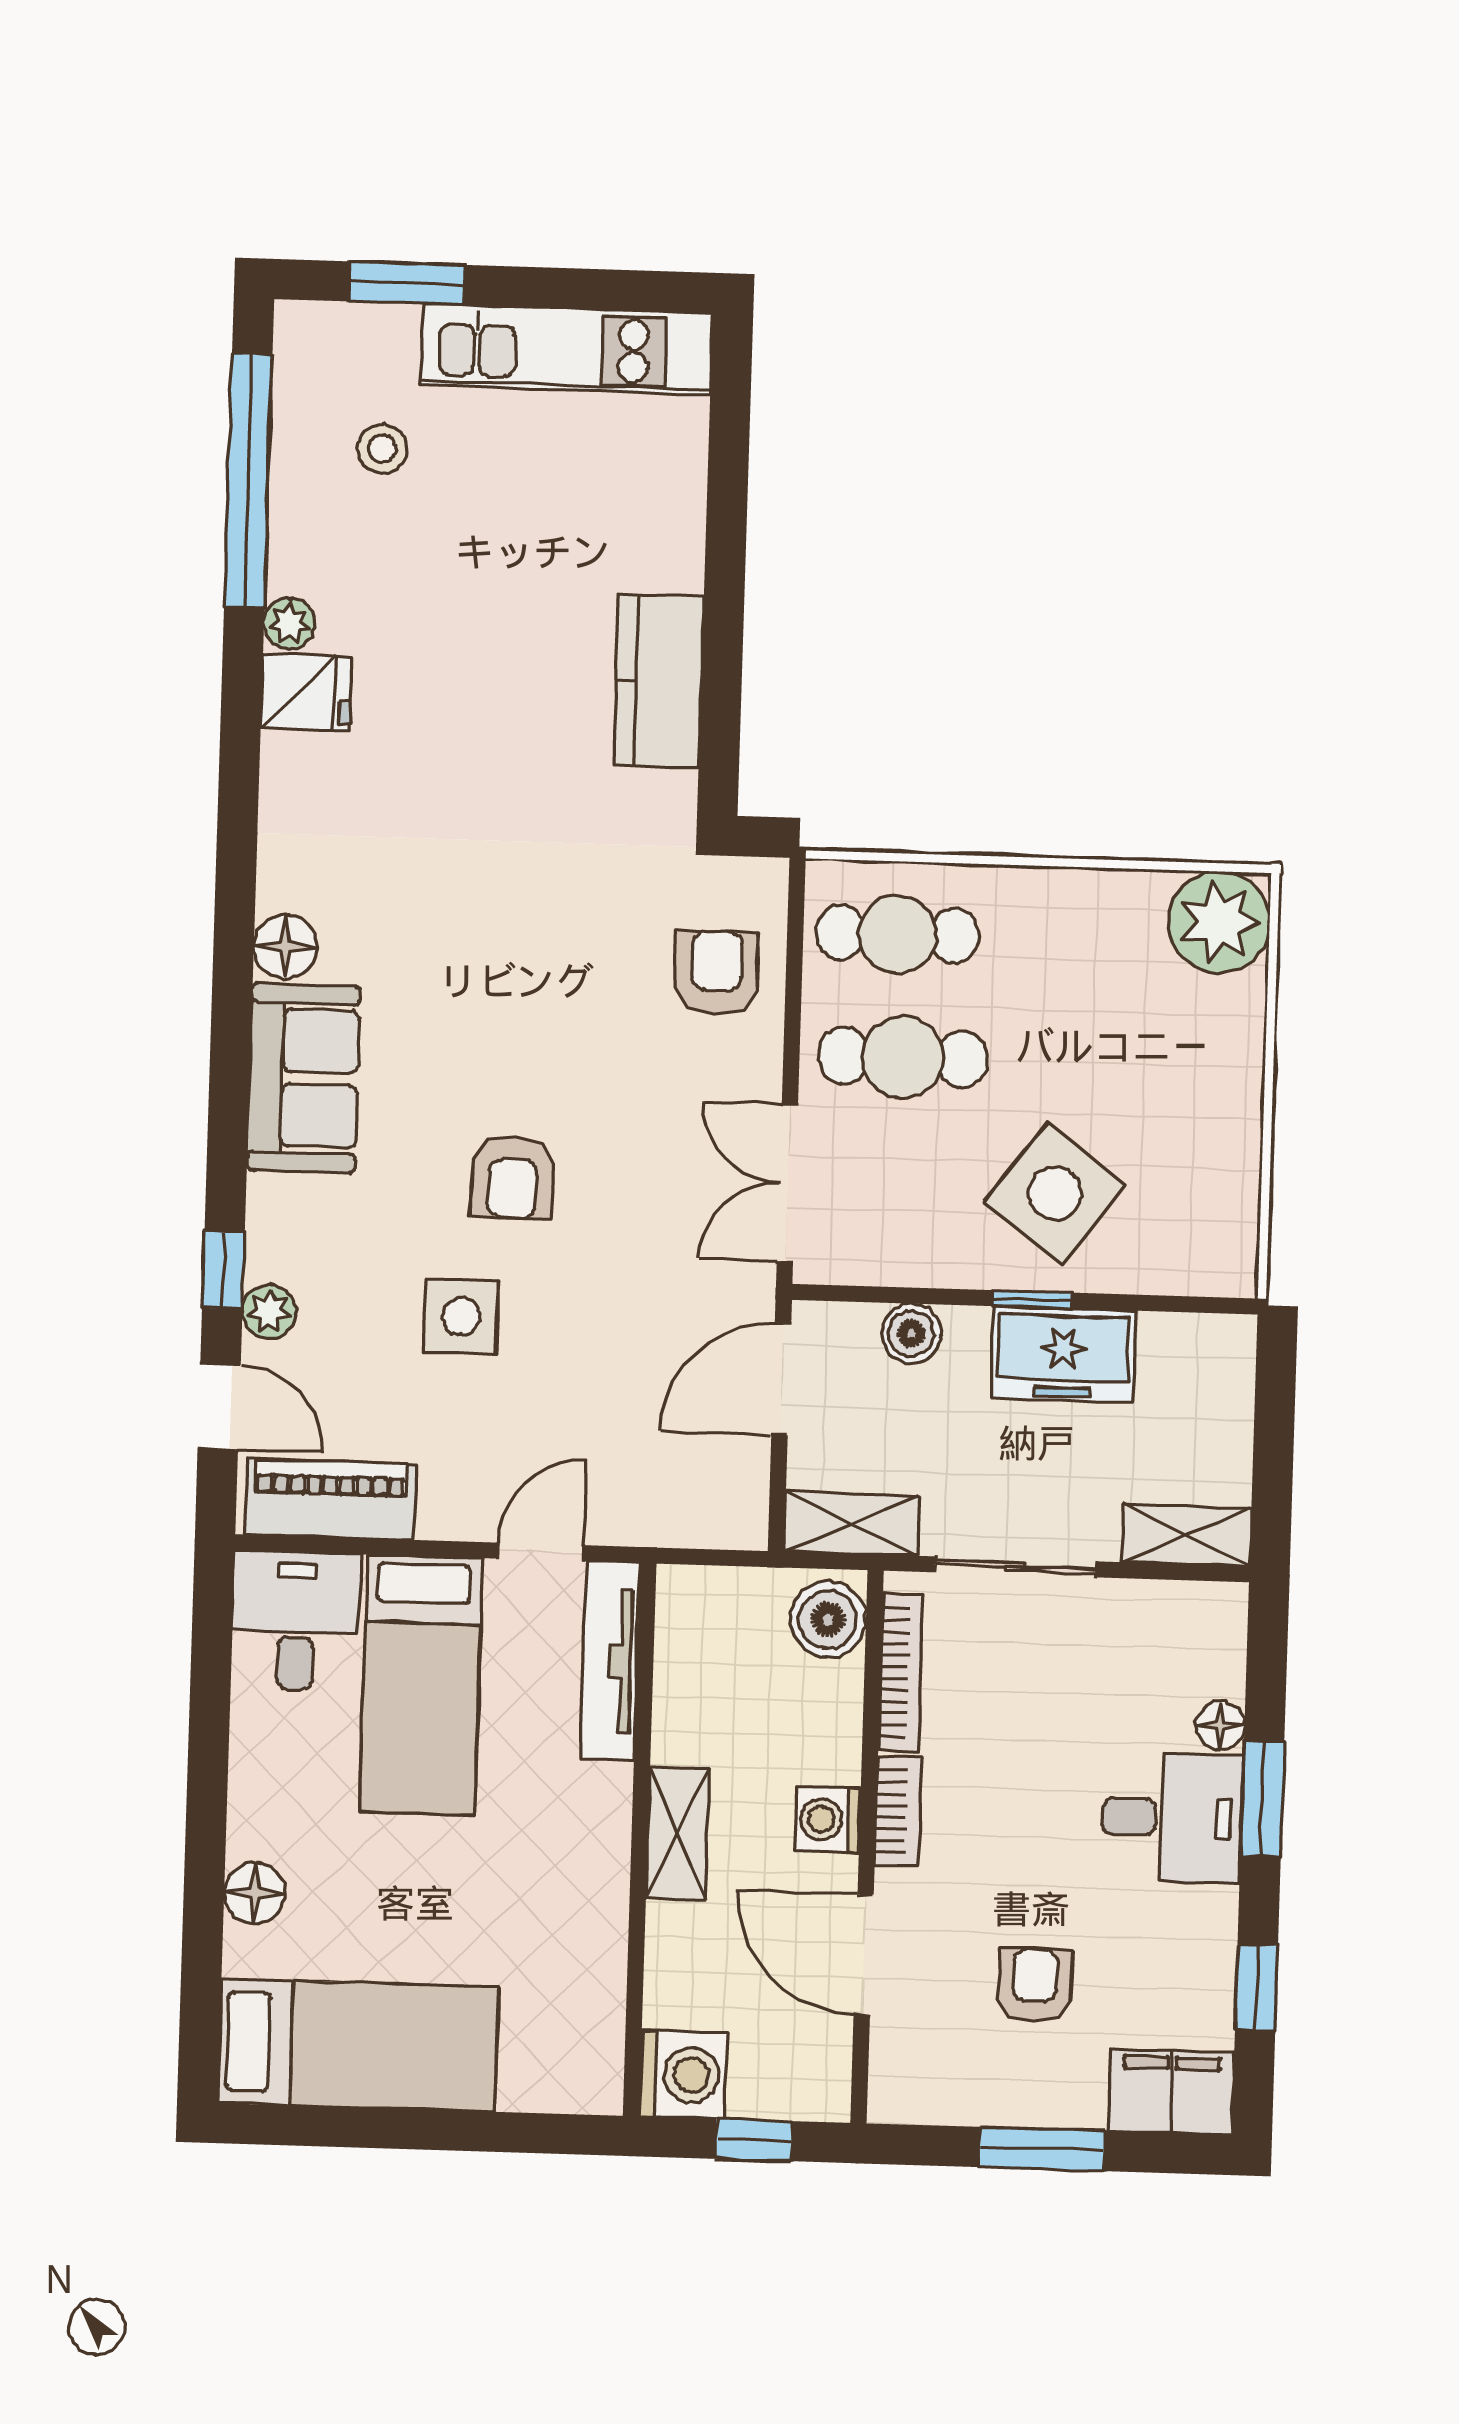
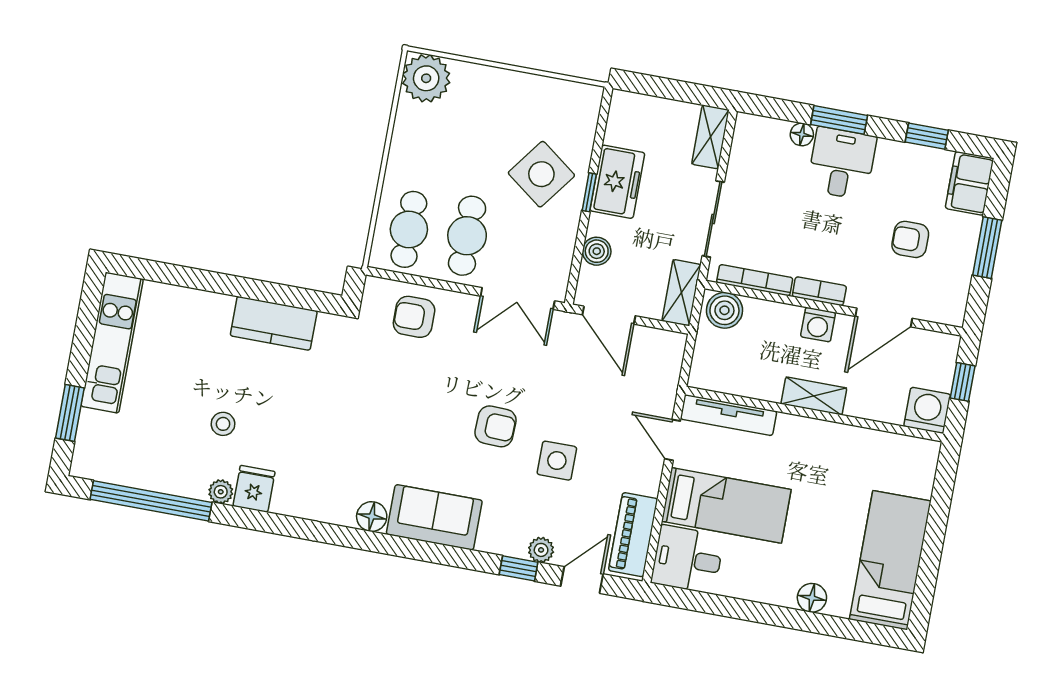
stool: (382, 449) -> (223, 424), moved

